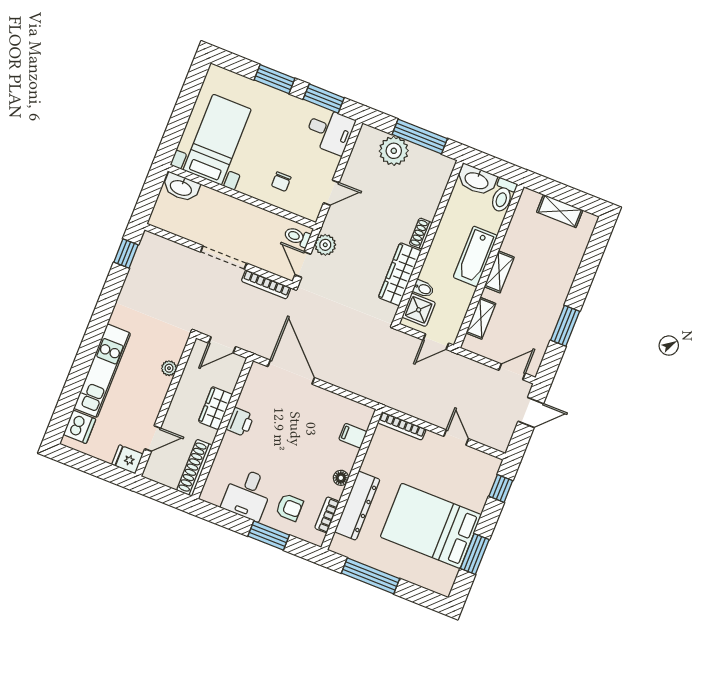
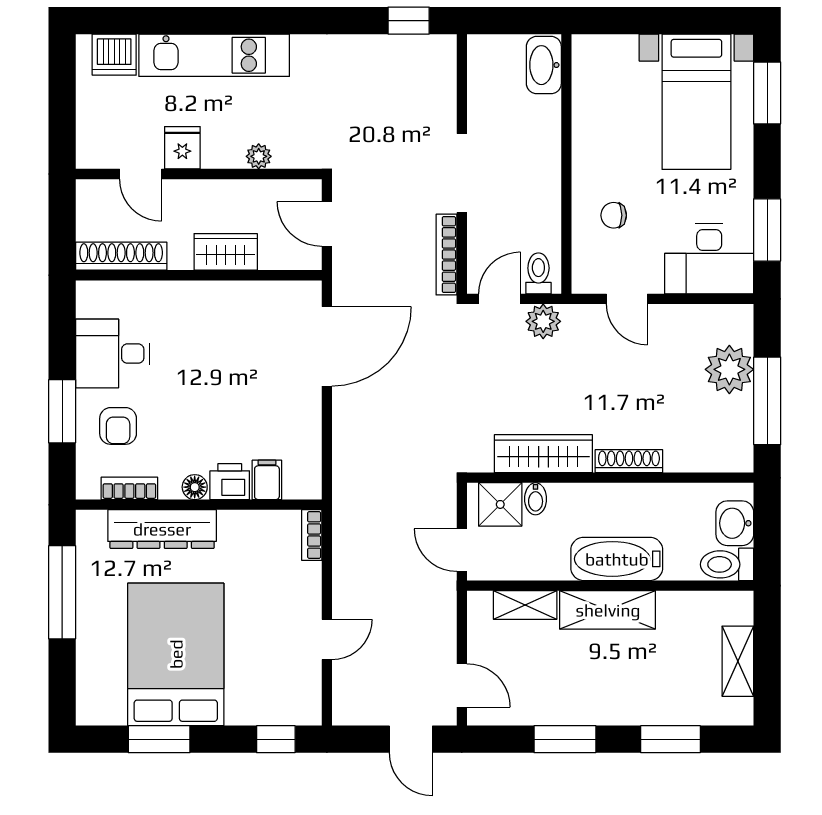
window: (275, 79) -> (767, 93), moved
desk: (330, 131) -> (709, 259), width x1.37
bed with nightstands: (217, 140) -> (696, 102), moved, turned 90
washbasin: (477, 180) -> (735, 523), width x0.72
shoe rack: (421, 233) -> (629, 461), width x1.43
window: (589, 266) -> (671, 739), added
shelving: (499, 272) -> (608, 610), width x1.50, depth x1.33
printer: (240, 422) -> (230, 482), moved, turned 180
bookcase: (402, 426) -> (312, 535), width x0.64
fridge: (127, 459) -> (182, 148), moved

